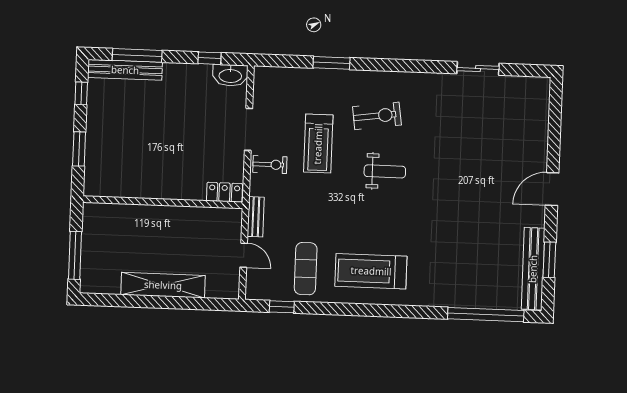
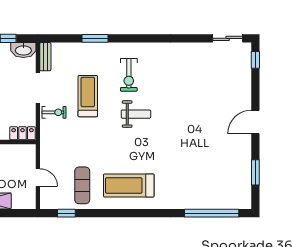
sliding door: (478, 68) -> (228, 38), moved
window: (555, 102) -> (255, 60), added
exercise bike: (377, 116) -> (129, 75), turned 98
treadmill: (318, 144) -> (88, 96), turned 180
bench: (256, 217) -> (45, 57), moved
bench: (533, 269) -> (244, 179), removed

